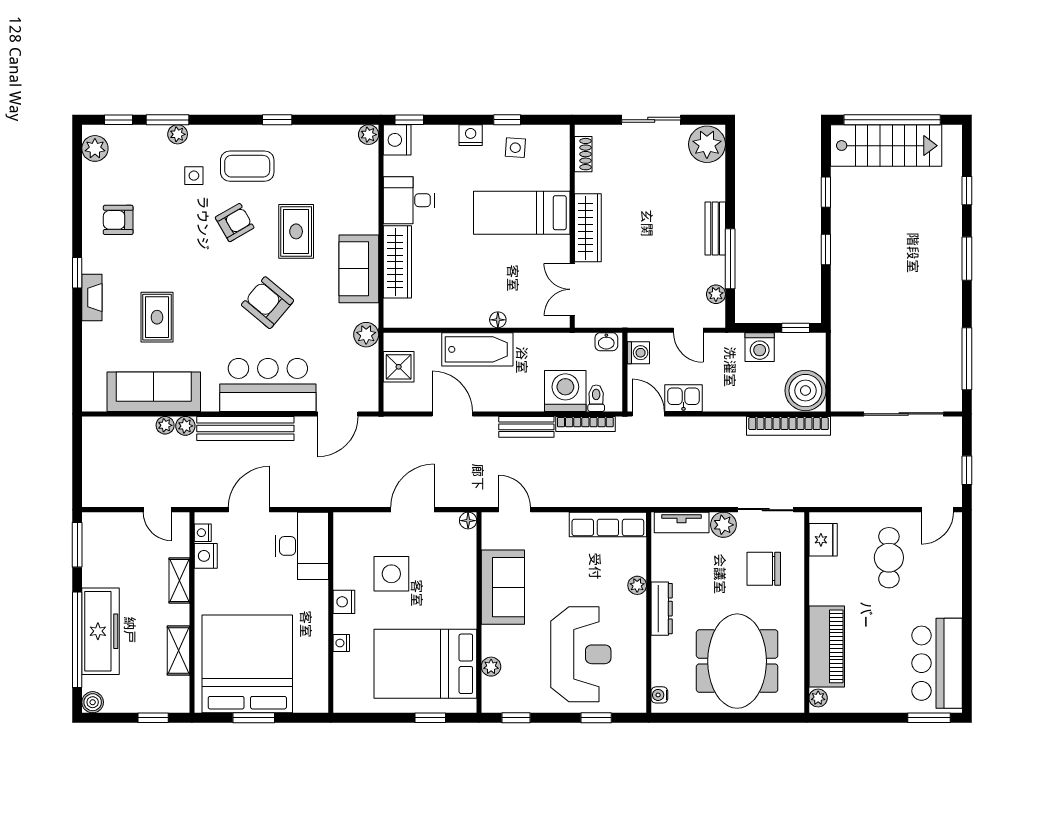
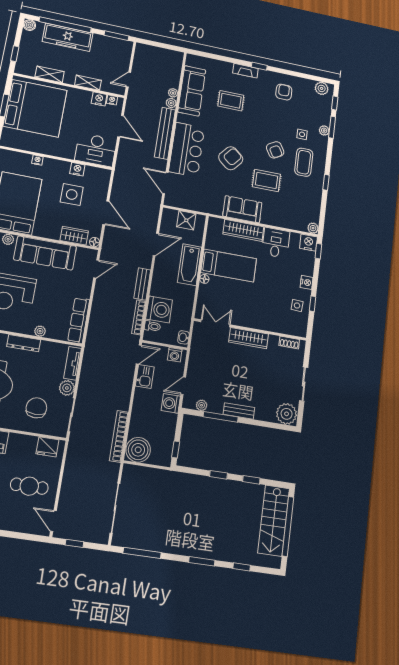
bed: (522, 213) -> (229, 266), moved, turned 90
plant: (366, 335) -> (206, 206), removed
washing machine: (760, 347) -> (171, 403), moved
wardrobe: (463, 557) -> (74, 236), added
sofa: (503, 587) -> (45, 253), width x1.36
nightstand: (344, 602) -> (77, 169), moved

